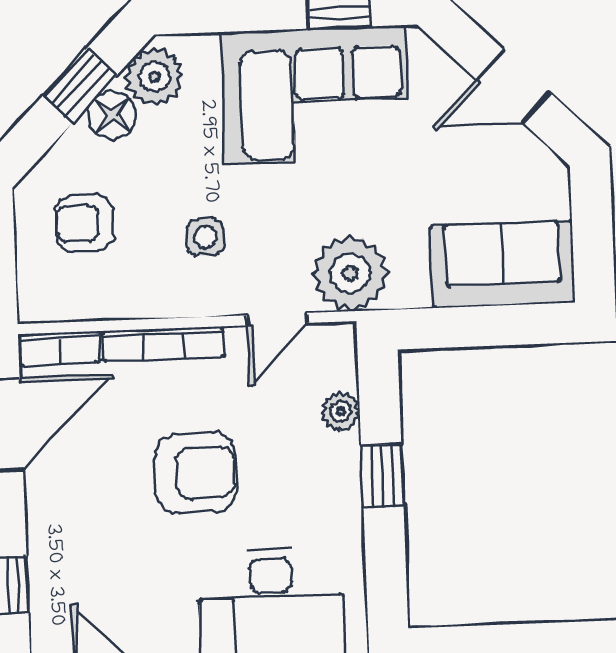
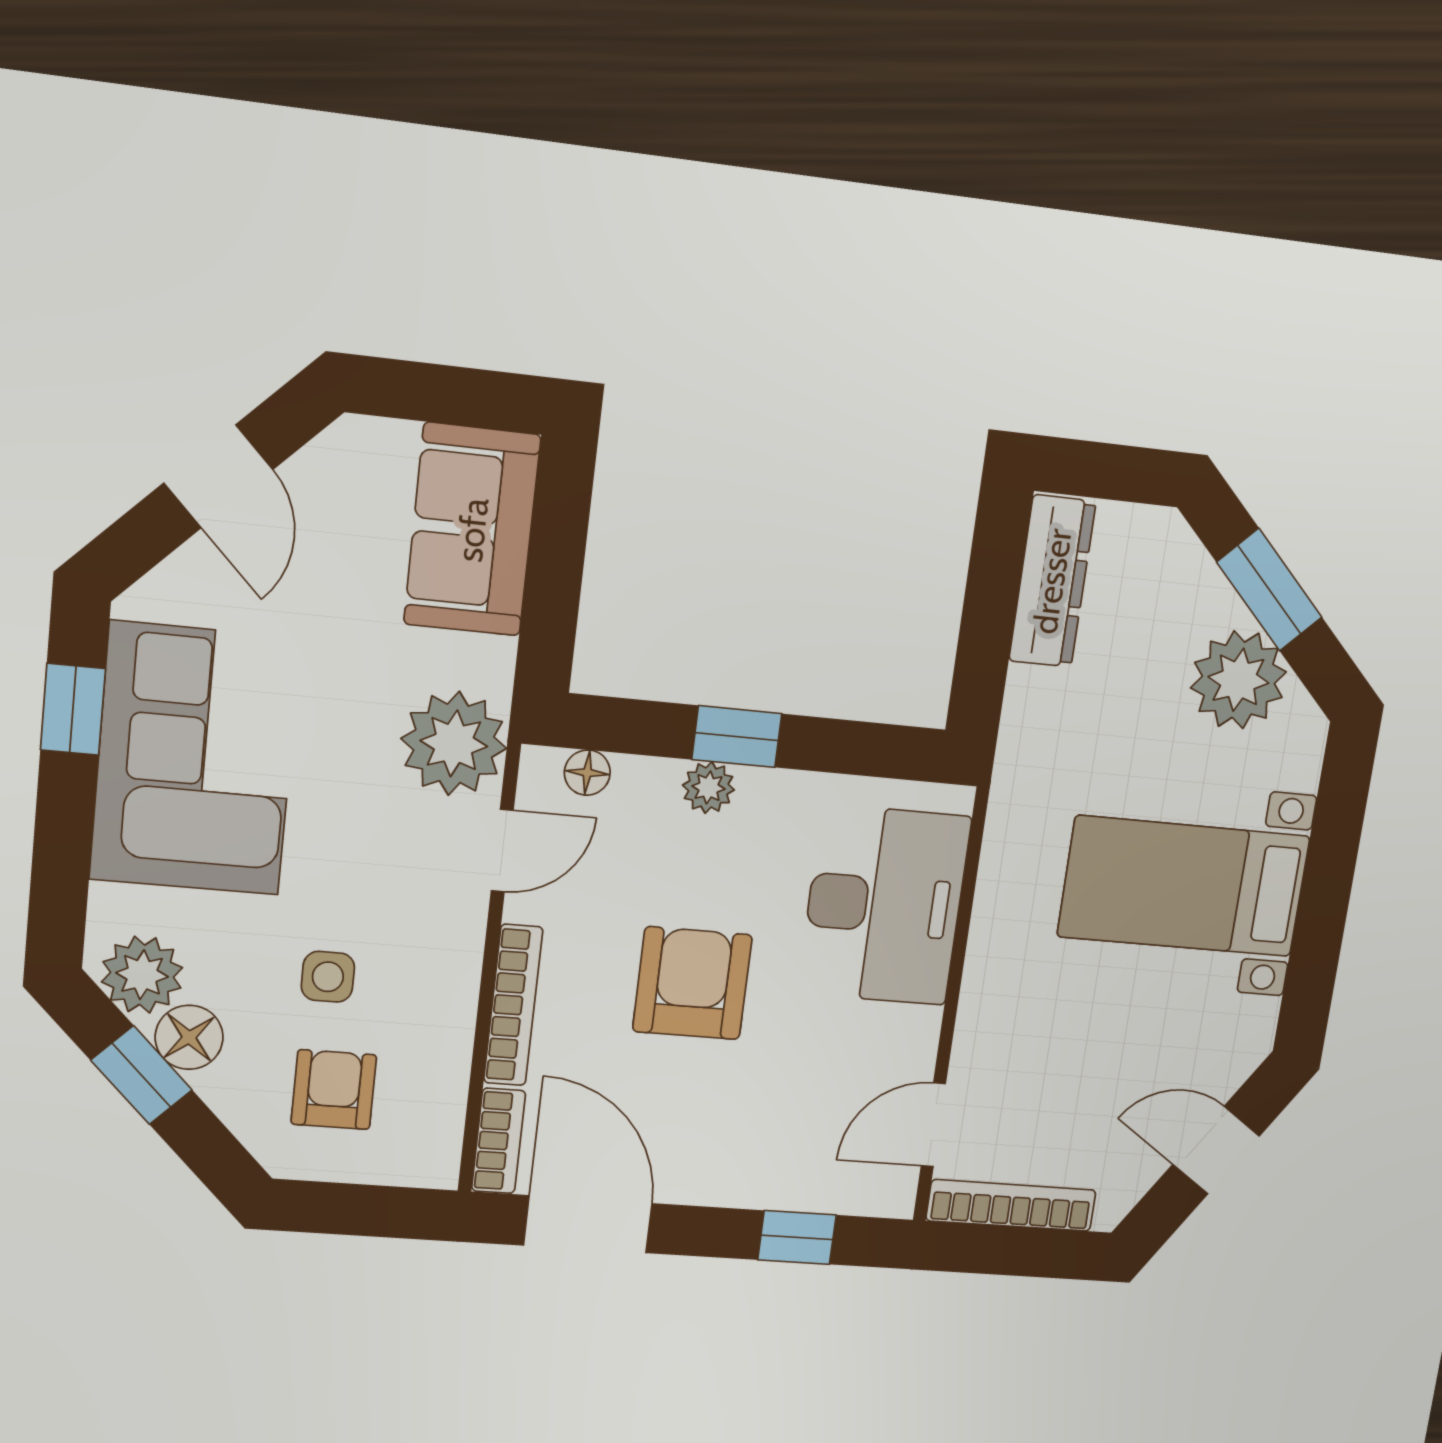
armchair: (85, 223) -> (334, 1090), turned 180
side table: (205, 237) -> (328, 977), moved
door: (277, 319) -> (502, 851), hinge flipped
floor lamp: (342, 371) -> (587, 773), added
plant: (341, 411) -> (708, 788), moved

